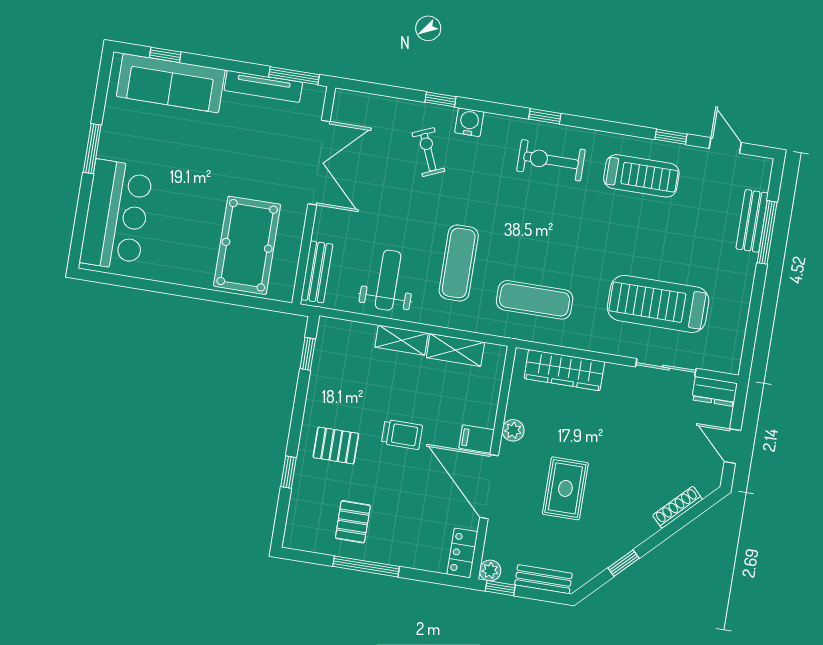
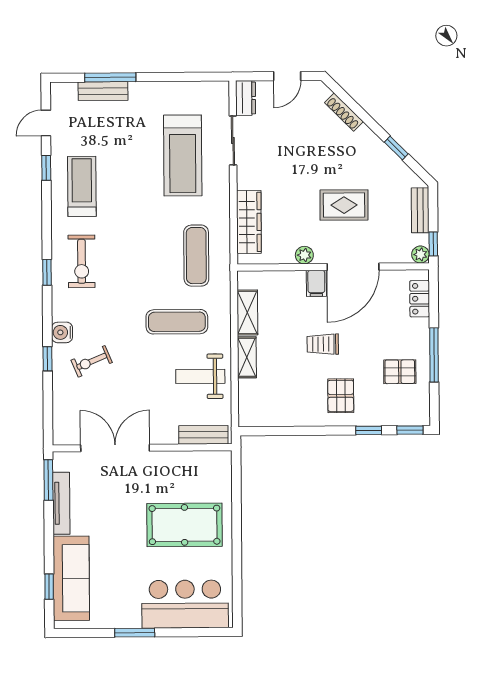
pool table: (247, 245) -> (185, 525), moved
window: (308, 354) -> (410, 430), moved
trolley: (402, 434) -> (323, 344), turned -90
locker: (462, 553) -> (420, 299), moved, turned 90

